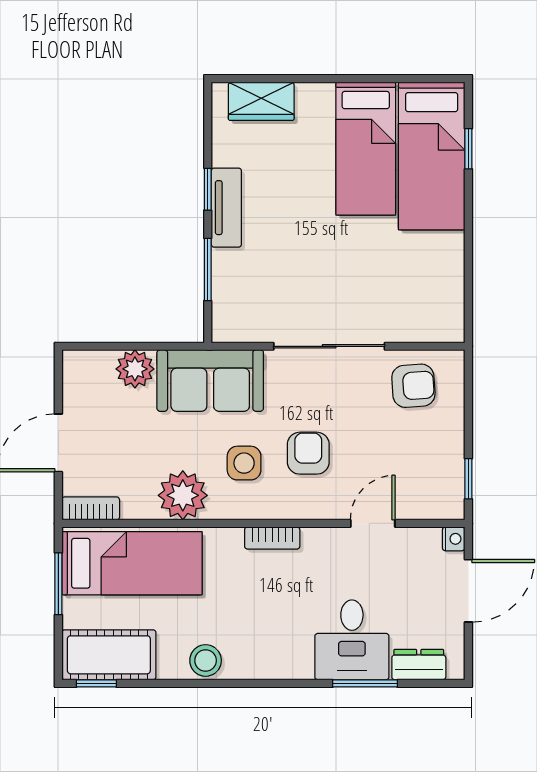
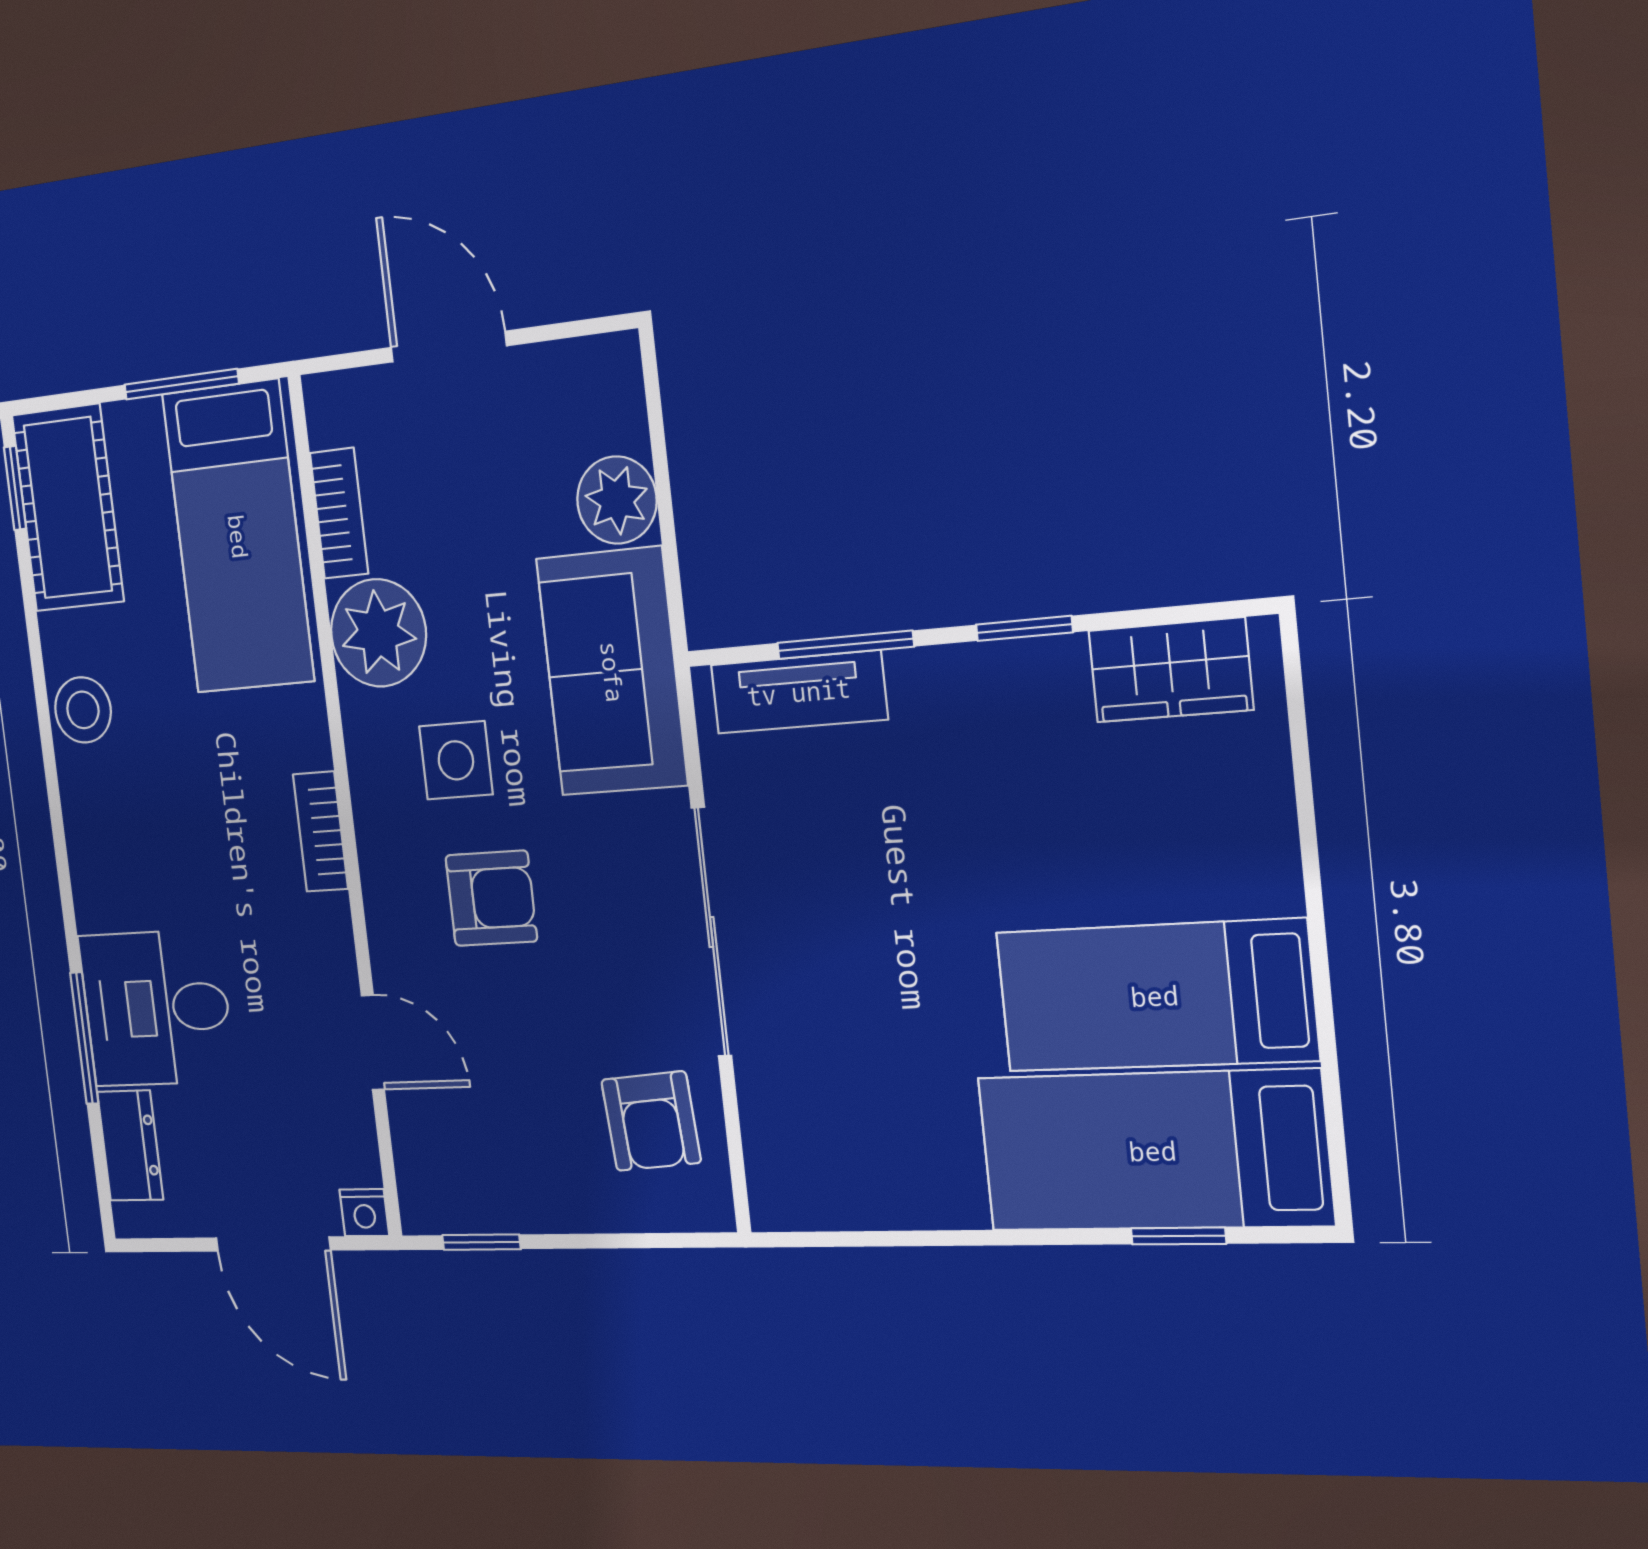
wardrobe: (261, 101) -> (1170, 670), moved, turned -90
tv unit: (226, 208) -> (799, 692), moved
bookcase: (91, 508) -> (339, 513), moved

